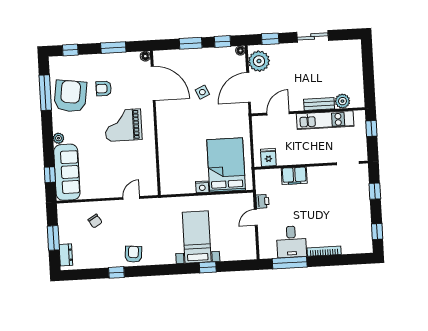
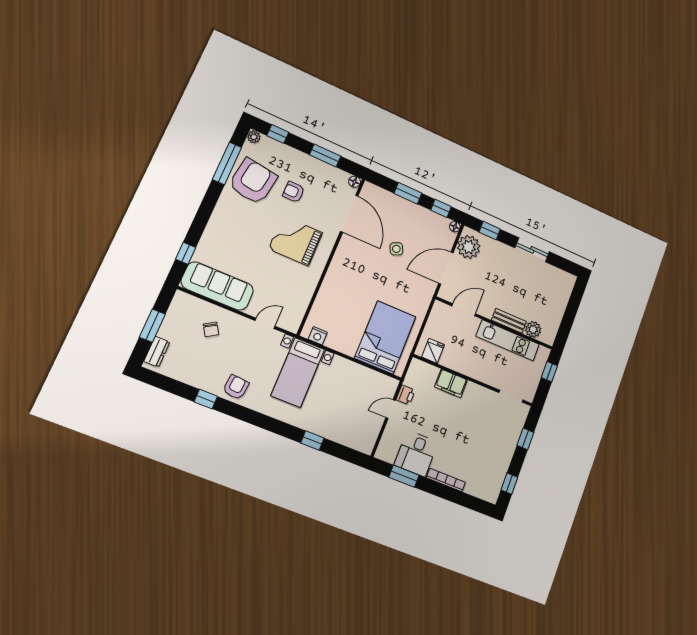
plant: (58, 138) -> (254, 137), moved
sofa: (67, 172) -> (217, 286), moved, turned -90
nightstand: (202, 187) -> (318, 336), moved
bed with nightstands: (197, 237) -> (298, 372), moved, turned 180
window: (290, 263) -> (404, 476), width x0.69

